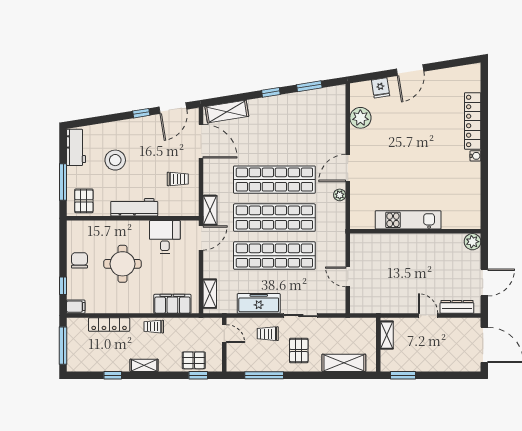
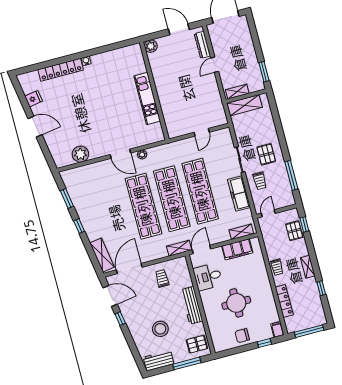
fridge: (381, 88) -> (34, 99), moved
door: (201, 238) -> (201, 249), hinge flipped
filing cabinet: (172, 304) -> (237, 249), moved, turned -90
pallet: (299, 351) -> (266, 154), turned 90
shelving: (344, 363) -> (244, 105), moved, turned 90

